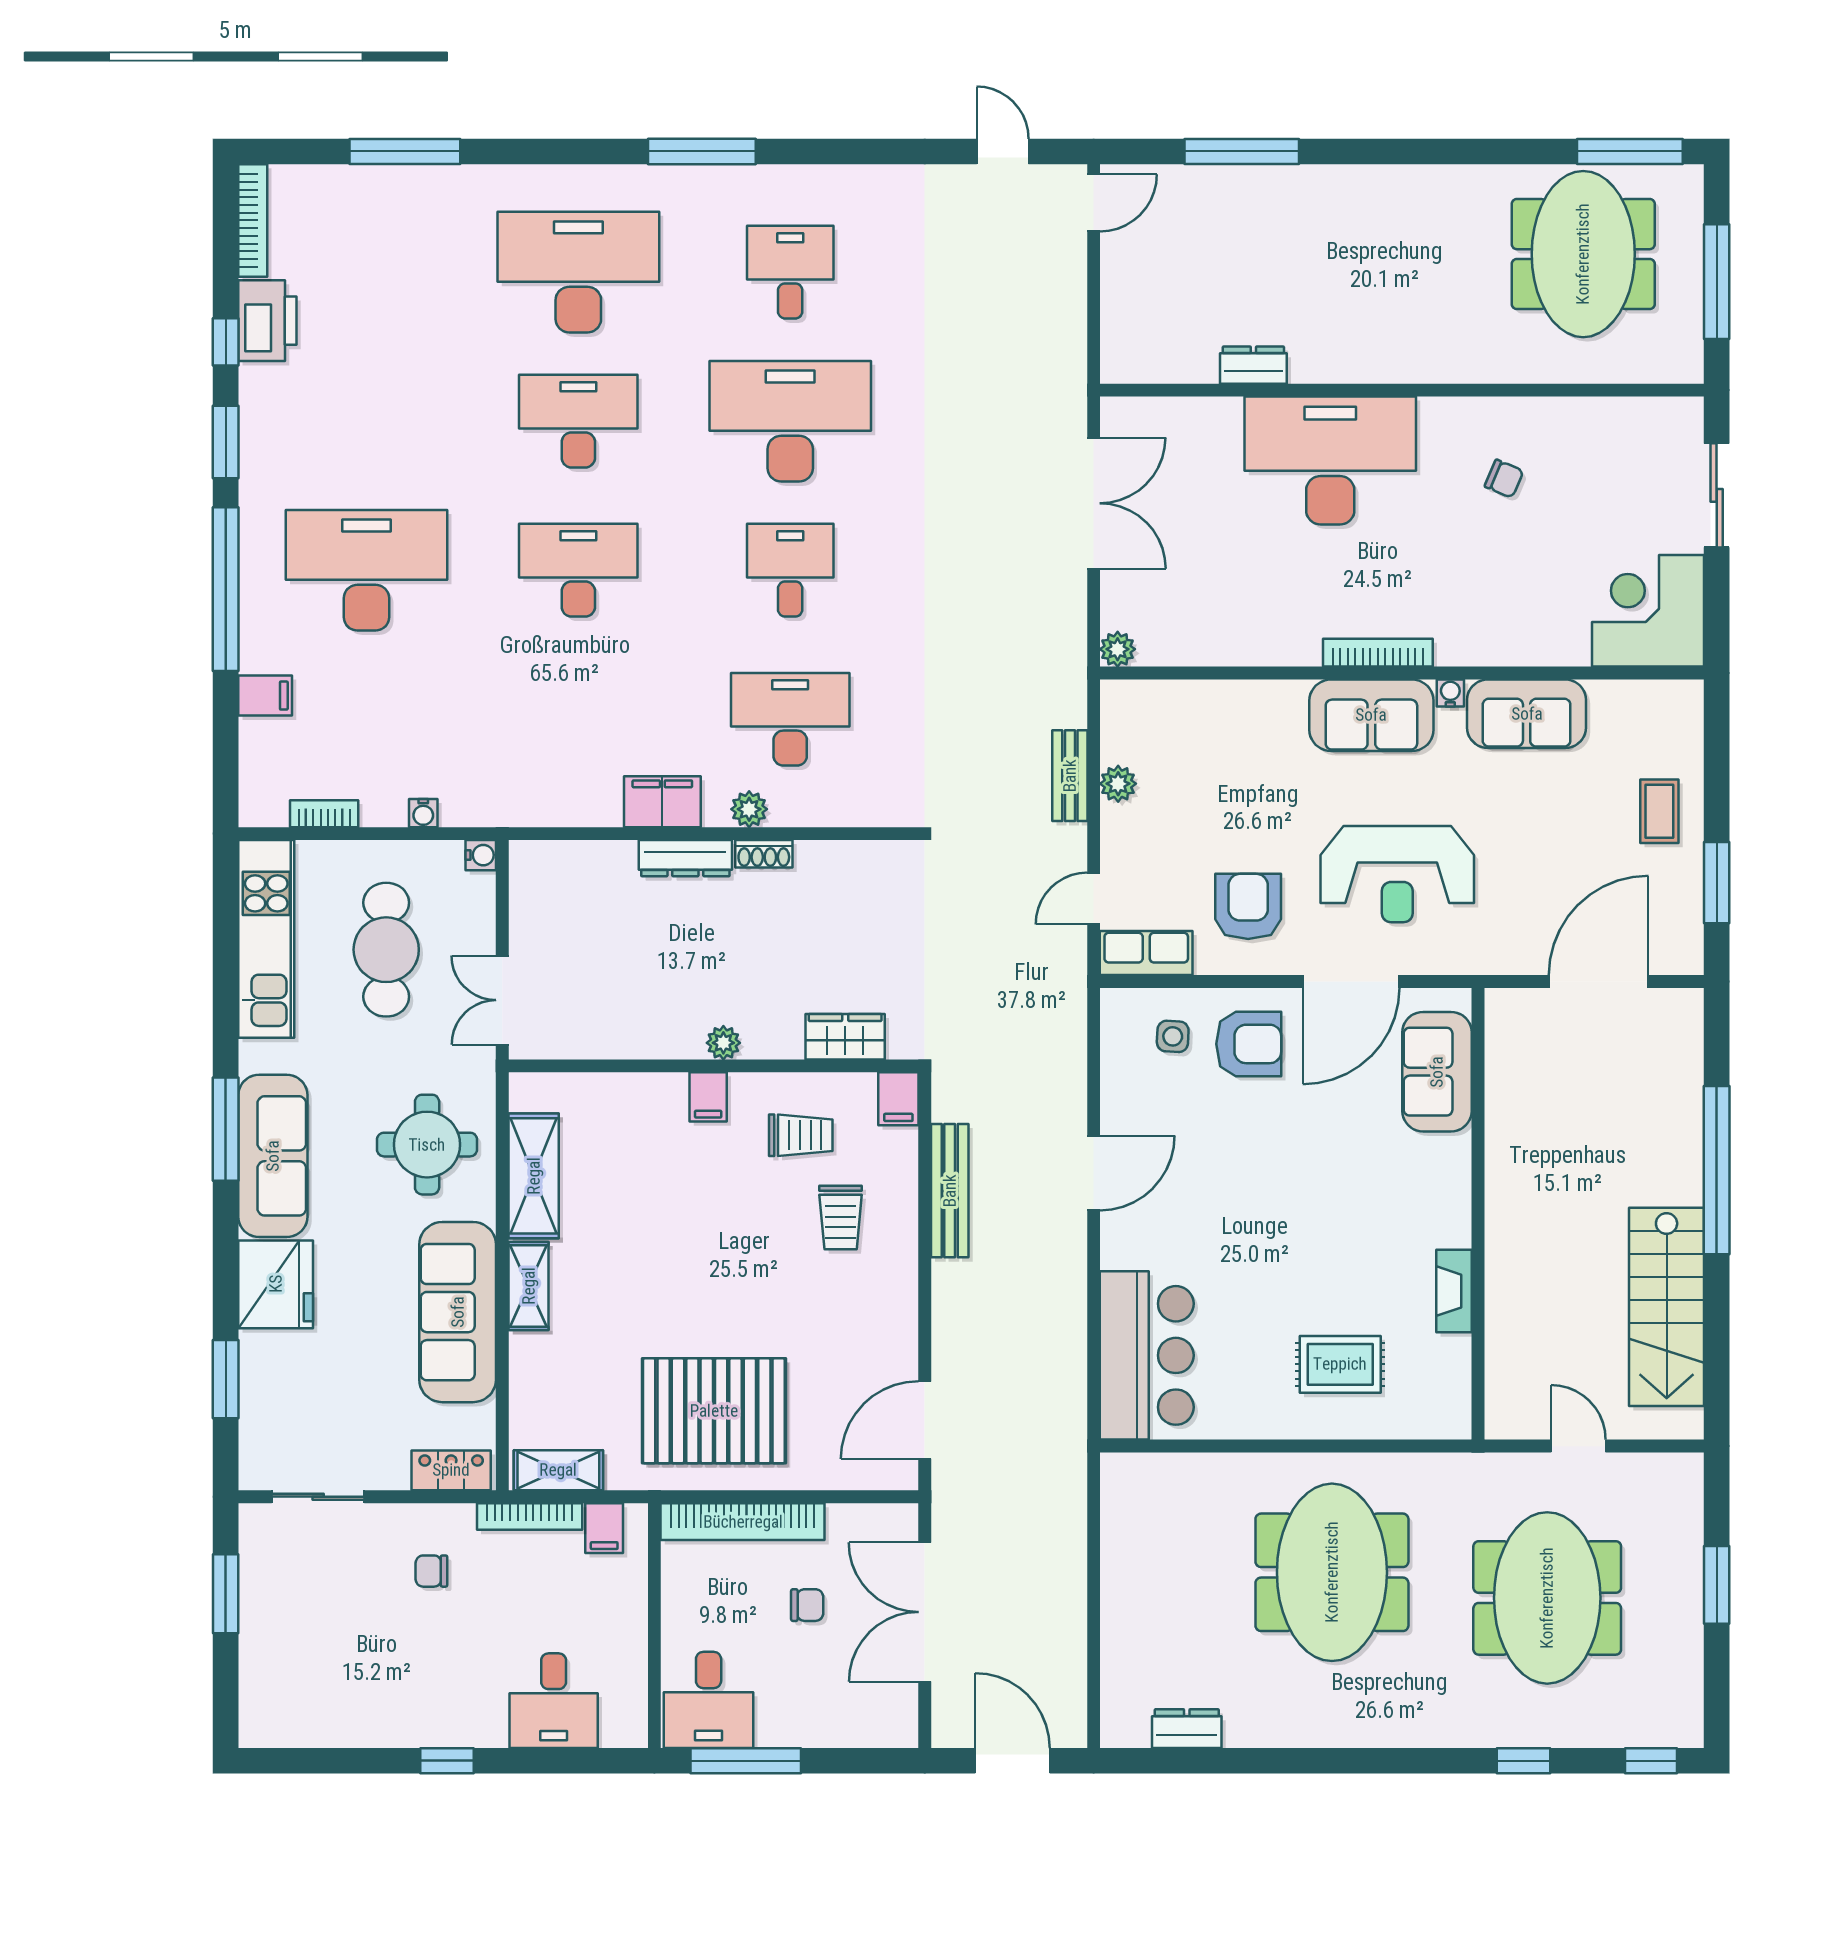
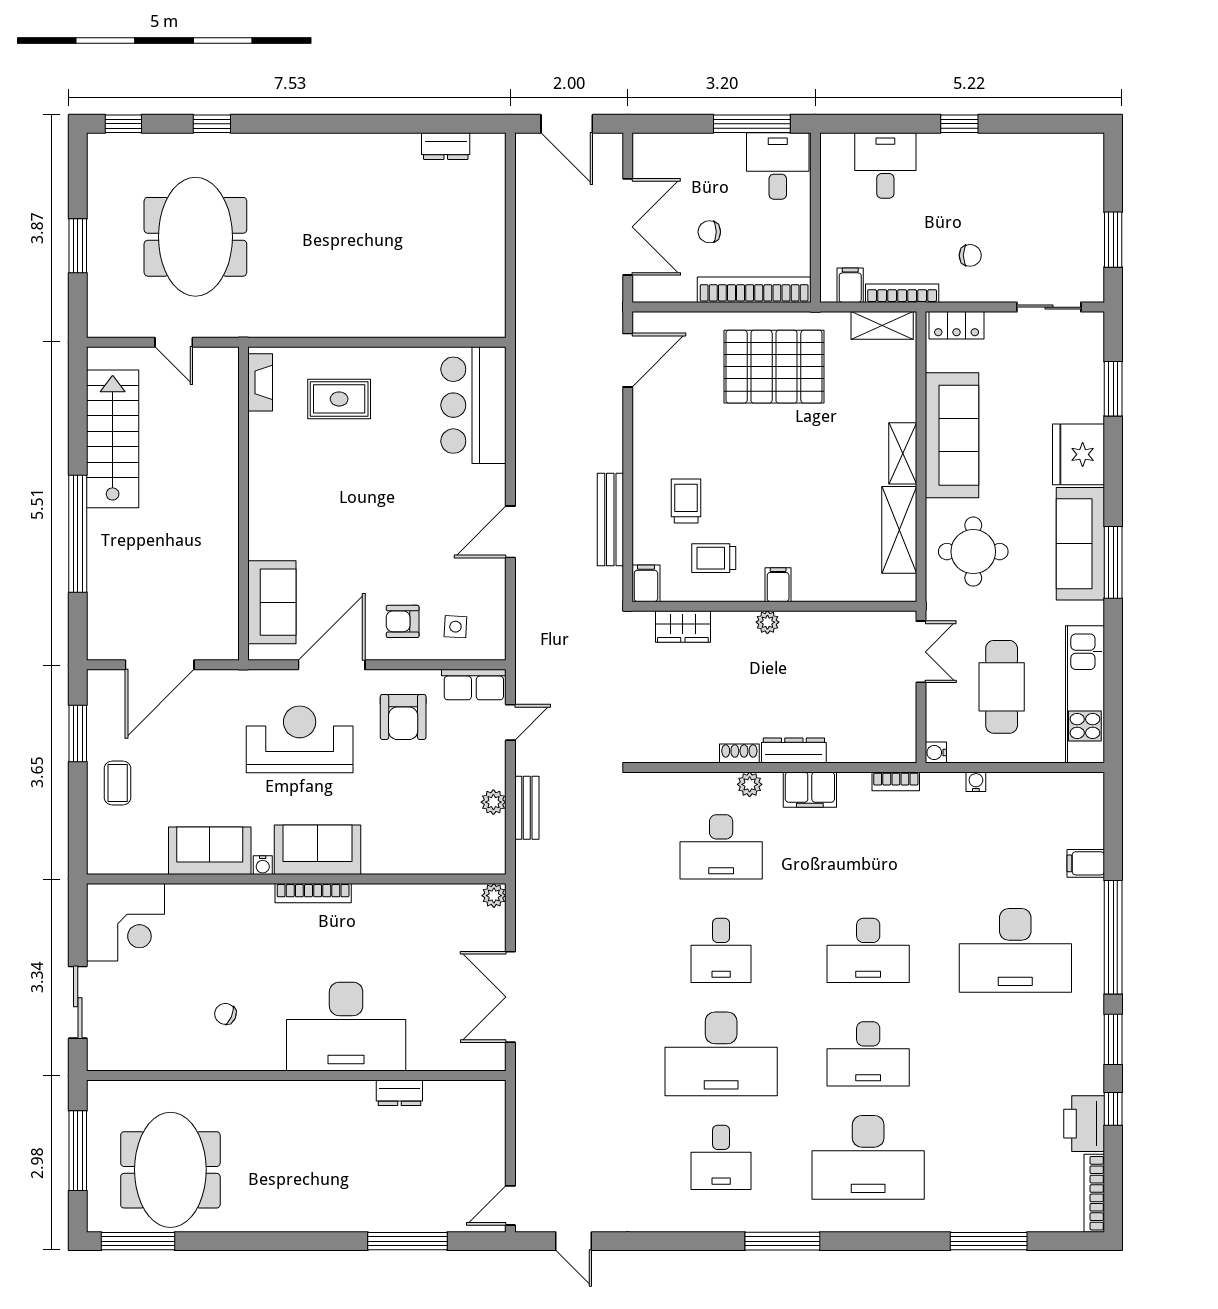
bookcase: (324, 814) -> (896, 781), moved
armchair: (1249, 1044) -> (403, 621), width x0.72, depth x0.72
fireplace: (1454, 1291) -> (260, 382), moved
meeting table: (1332, 1572) -> (345, 255), removed

